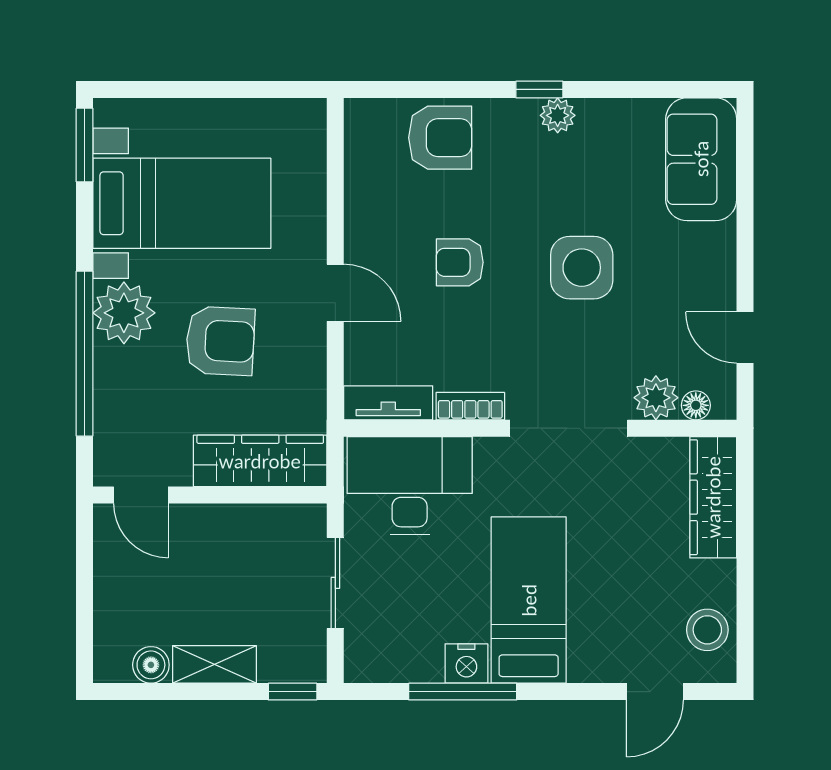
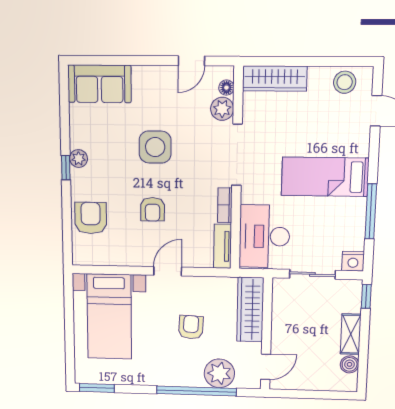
bed with nightstands: (182, 203) -> (109, 317), moved, turned 180
plant: (124, 313) -> (219, 373), moved
armchair: (220, 341) -> (191, 327), width x0.72, depth x0.72
nightstand: (466, 664) -> (353, 261), moved, turned 90

